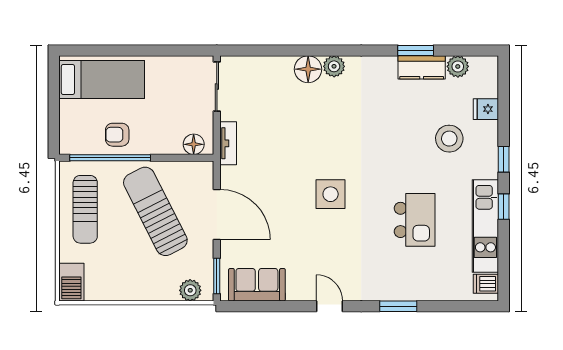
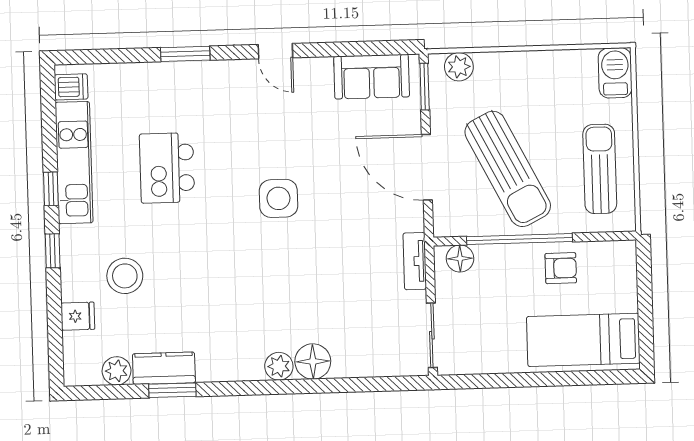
window: (110, 158) -> (519, 239), moved

